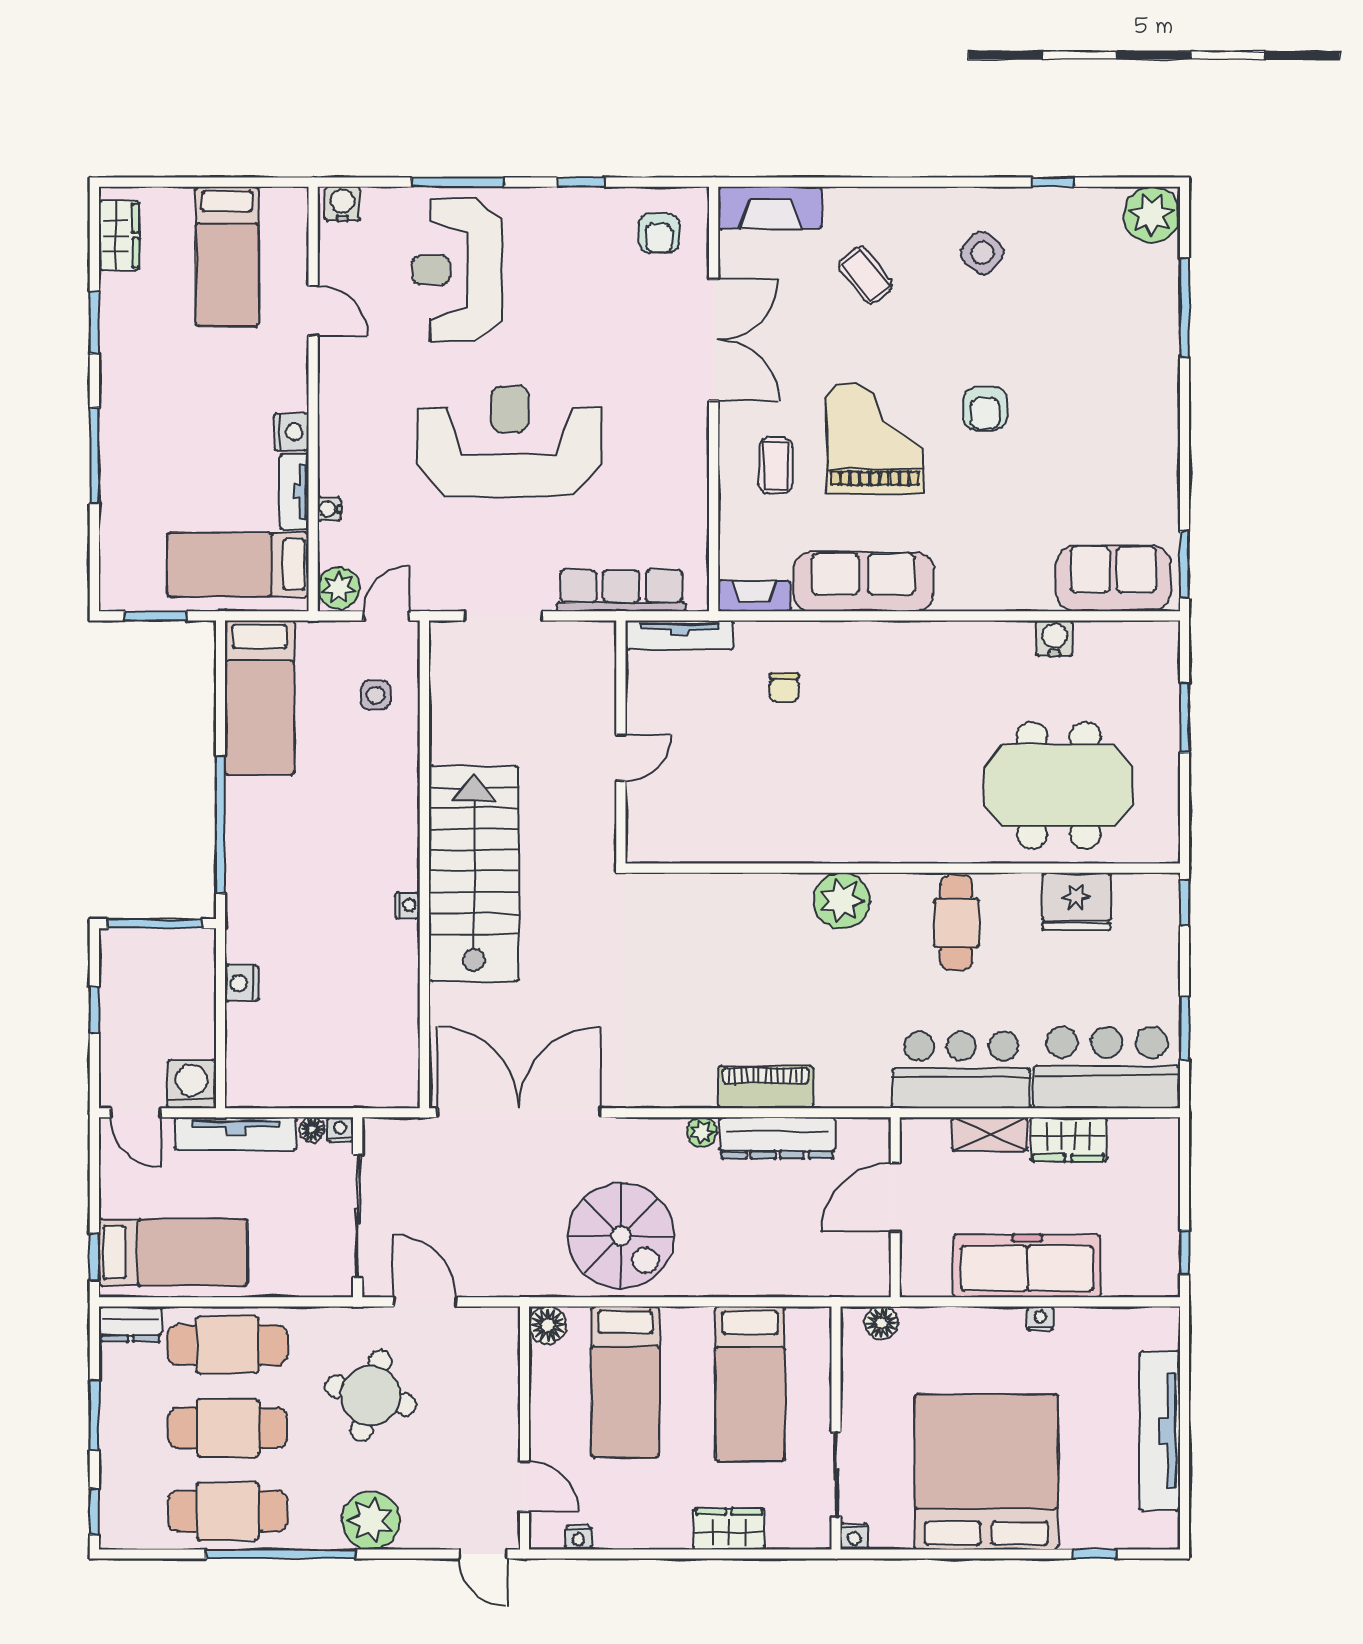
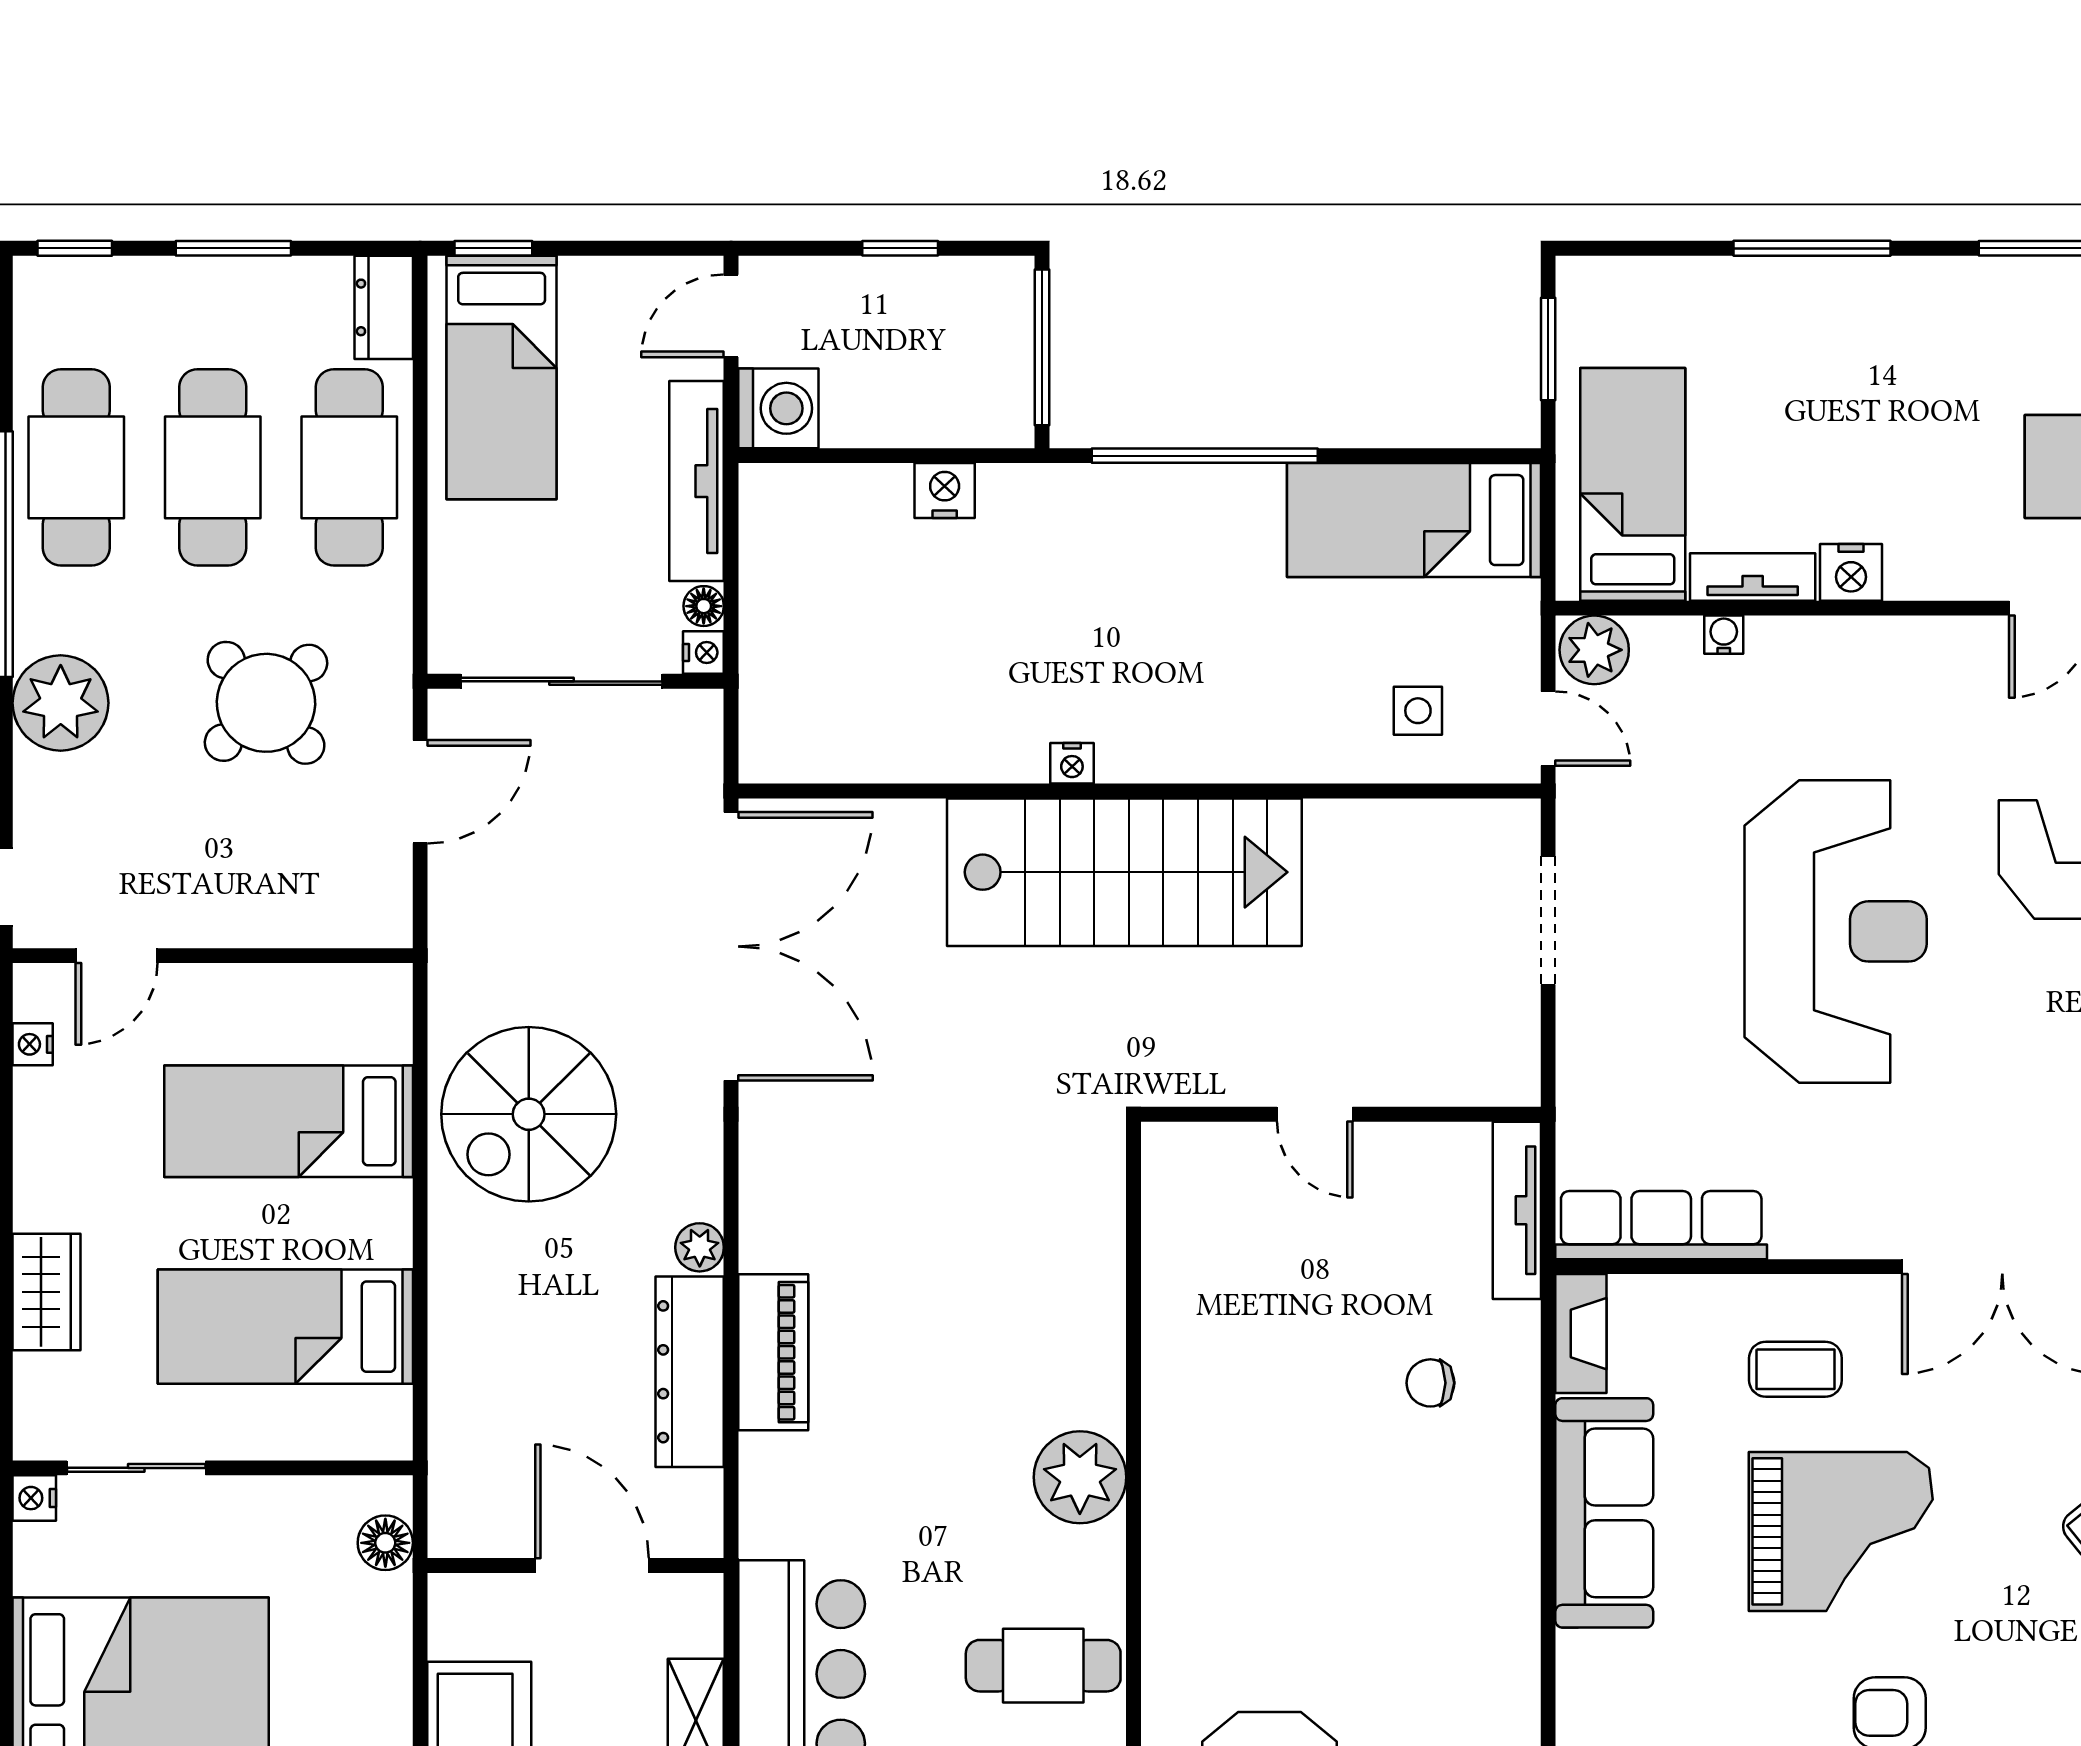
row of seats: (621, 591) -> (1661, 1225), moved, turned -90
floor lamp: (548, 1325) -> (382, 994), removed
round table: (371, 1396) -> (266, 703), turned 32

